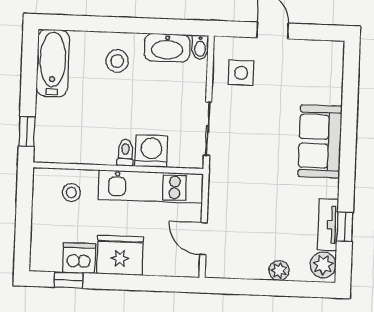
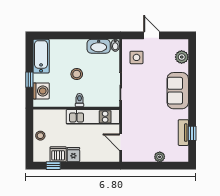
stool: (117, 61) -> (77, 74), moved
window: (27, 132) -> (29, 80), moved
washing machine: (151, 151) -> (41, 91), moved, turned 90
stool: (71, 193) -> (40, 136), moved
fridge: (120, 255) -> (73, 155), width x0.53, depth x0.75
plant: (323, 265) -> (182, 57), moved

